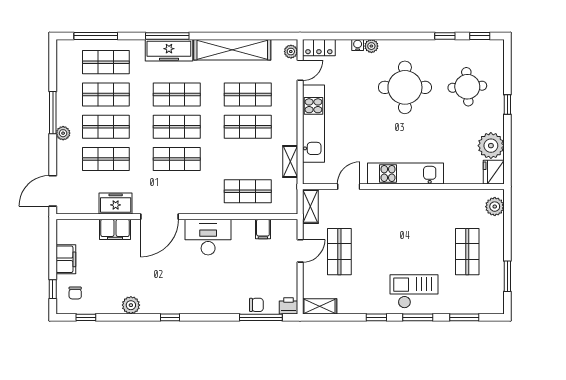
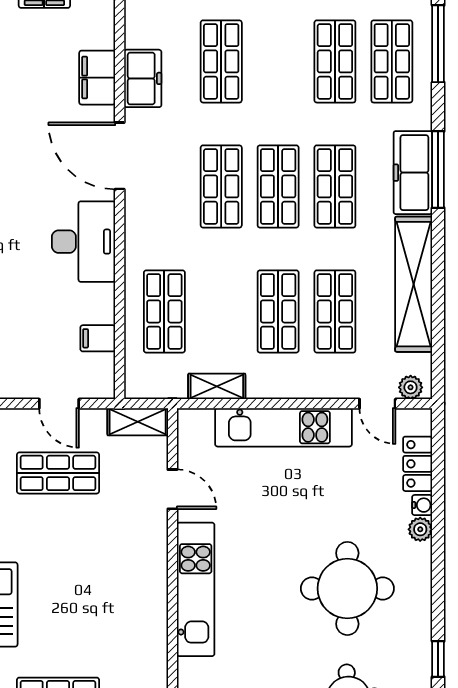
locker: (319, 48) -> (418, 464), moved
shop shelf: (106, 127) -> (278, 61), removed

